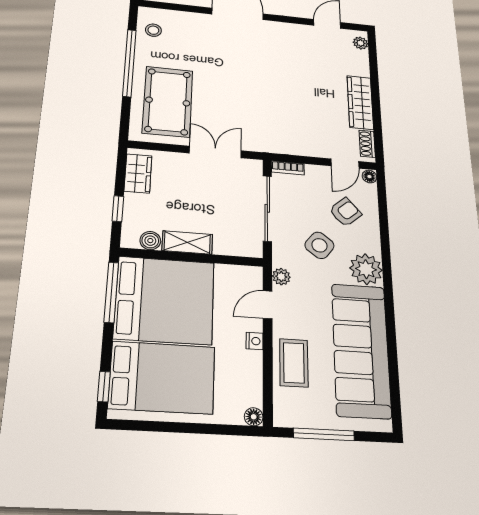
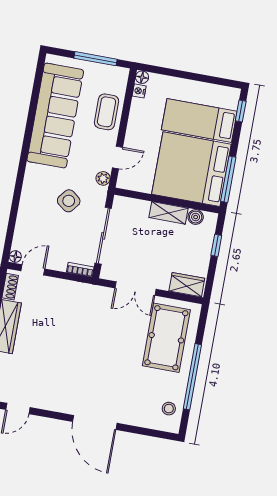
wardrobe: (138, 173) -> (187, 285), moved, turned 90
armchair: (345, 212) -> (42, 227), removed
plant: (366, 269) -> (37, 178), removed
nightstand: (255, 341) -> (139, 91), moved
bed: (162, 377) -> (199, 120), width x0.67

